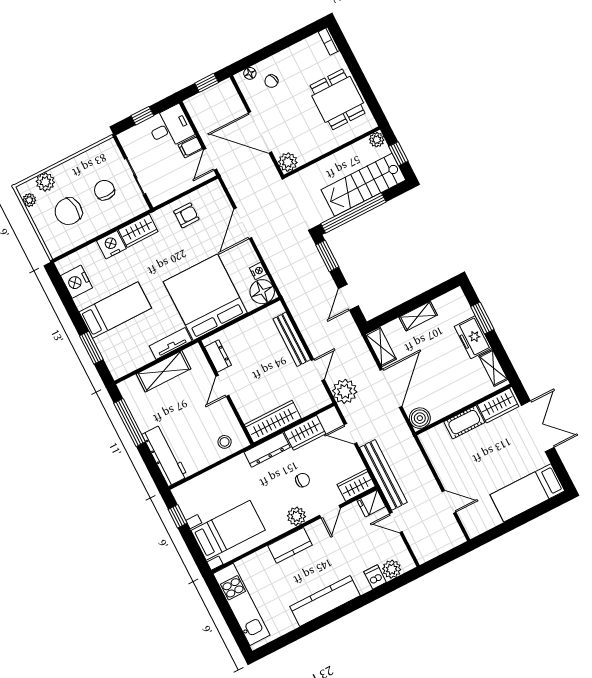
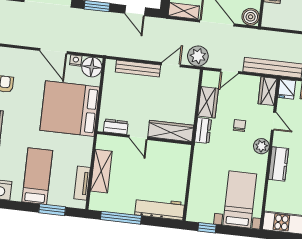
door: (243, 223) -> (53, 51), moved
tv unit: (171, 344) -> (82, 183), moved
door: (318, 370) -> (171, 65), hinge flipped
wardrobe: (273, 422) -> (171, 131), moved, turned 90
stool: (225, 442) -> (178, 161), removed
dresser: (267, 450) -> (203, 130), width x0.70

